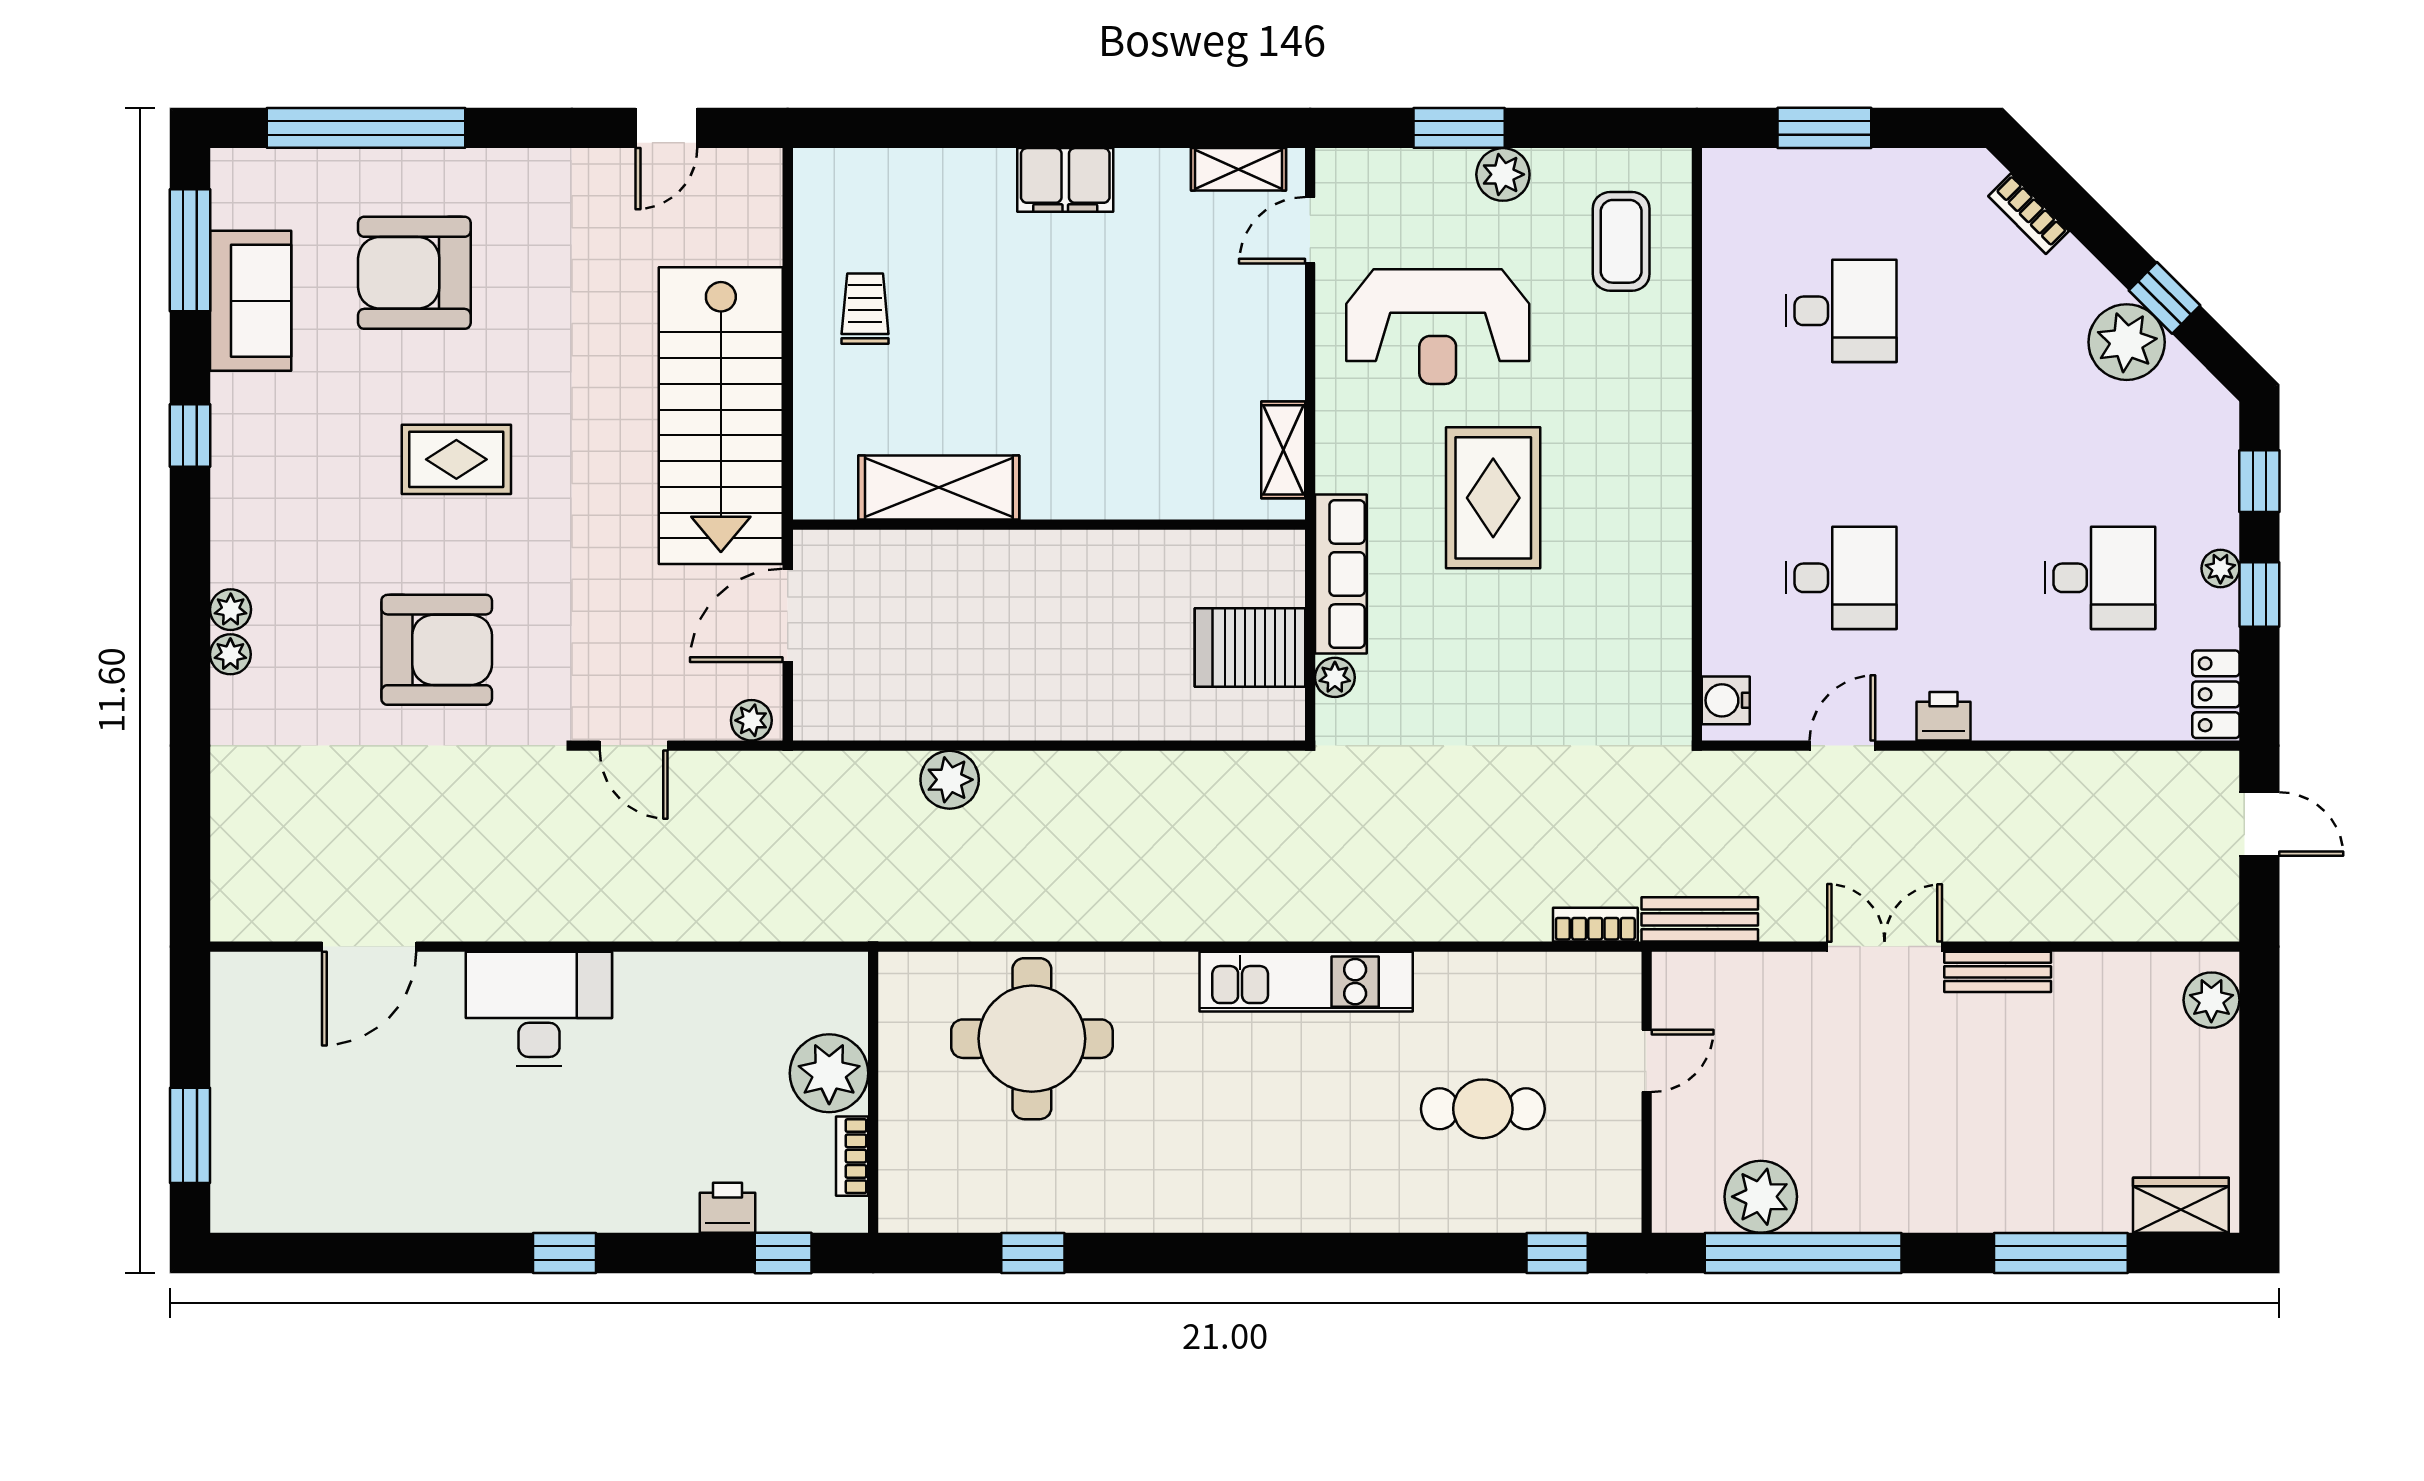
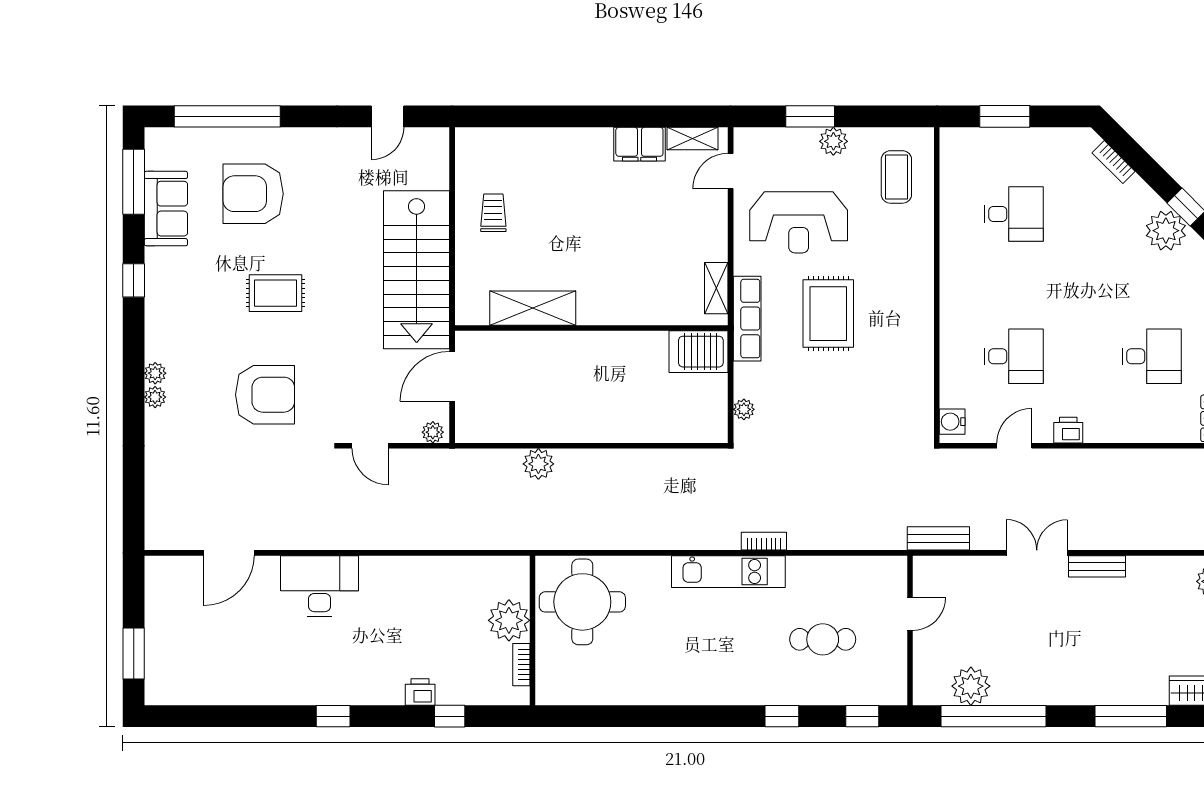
filing cabinet: (1065, 180) -> (639, 144), moved
row of seats: (1341, 574) -> (747, 319), moved
server rack: (1250, 648) -> (699, 352), moved
bookcase: (1595, 925) -> (764, 541), moved
plant: (829, 1073) -> (509, 620), moved
wall: (873, 1092) -> (532, 630), moved
bookcase: (852, 1156) -> (521, 665), moved
window: (1033, 1253) -> (782, 716), moved

